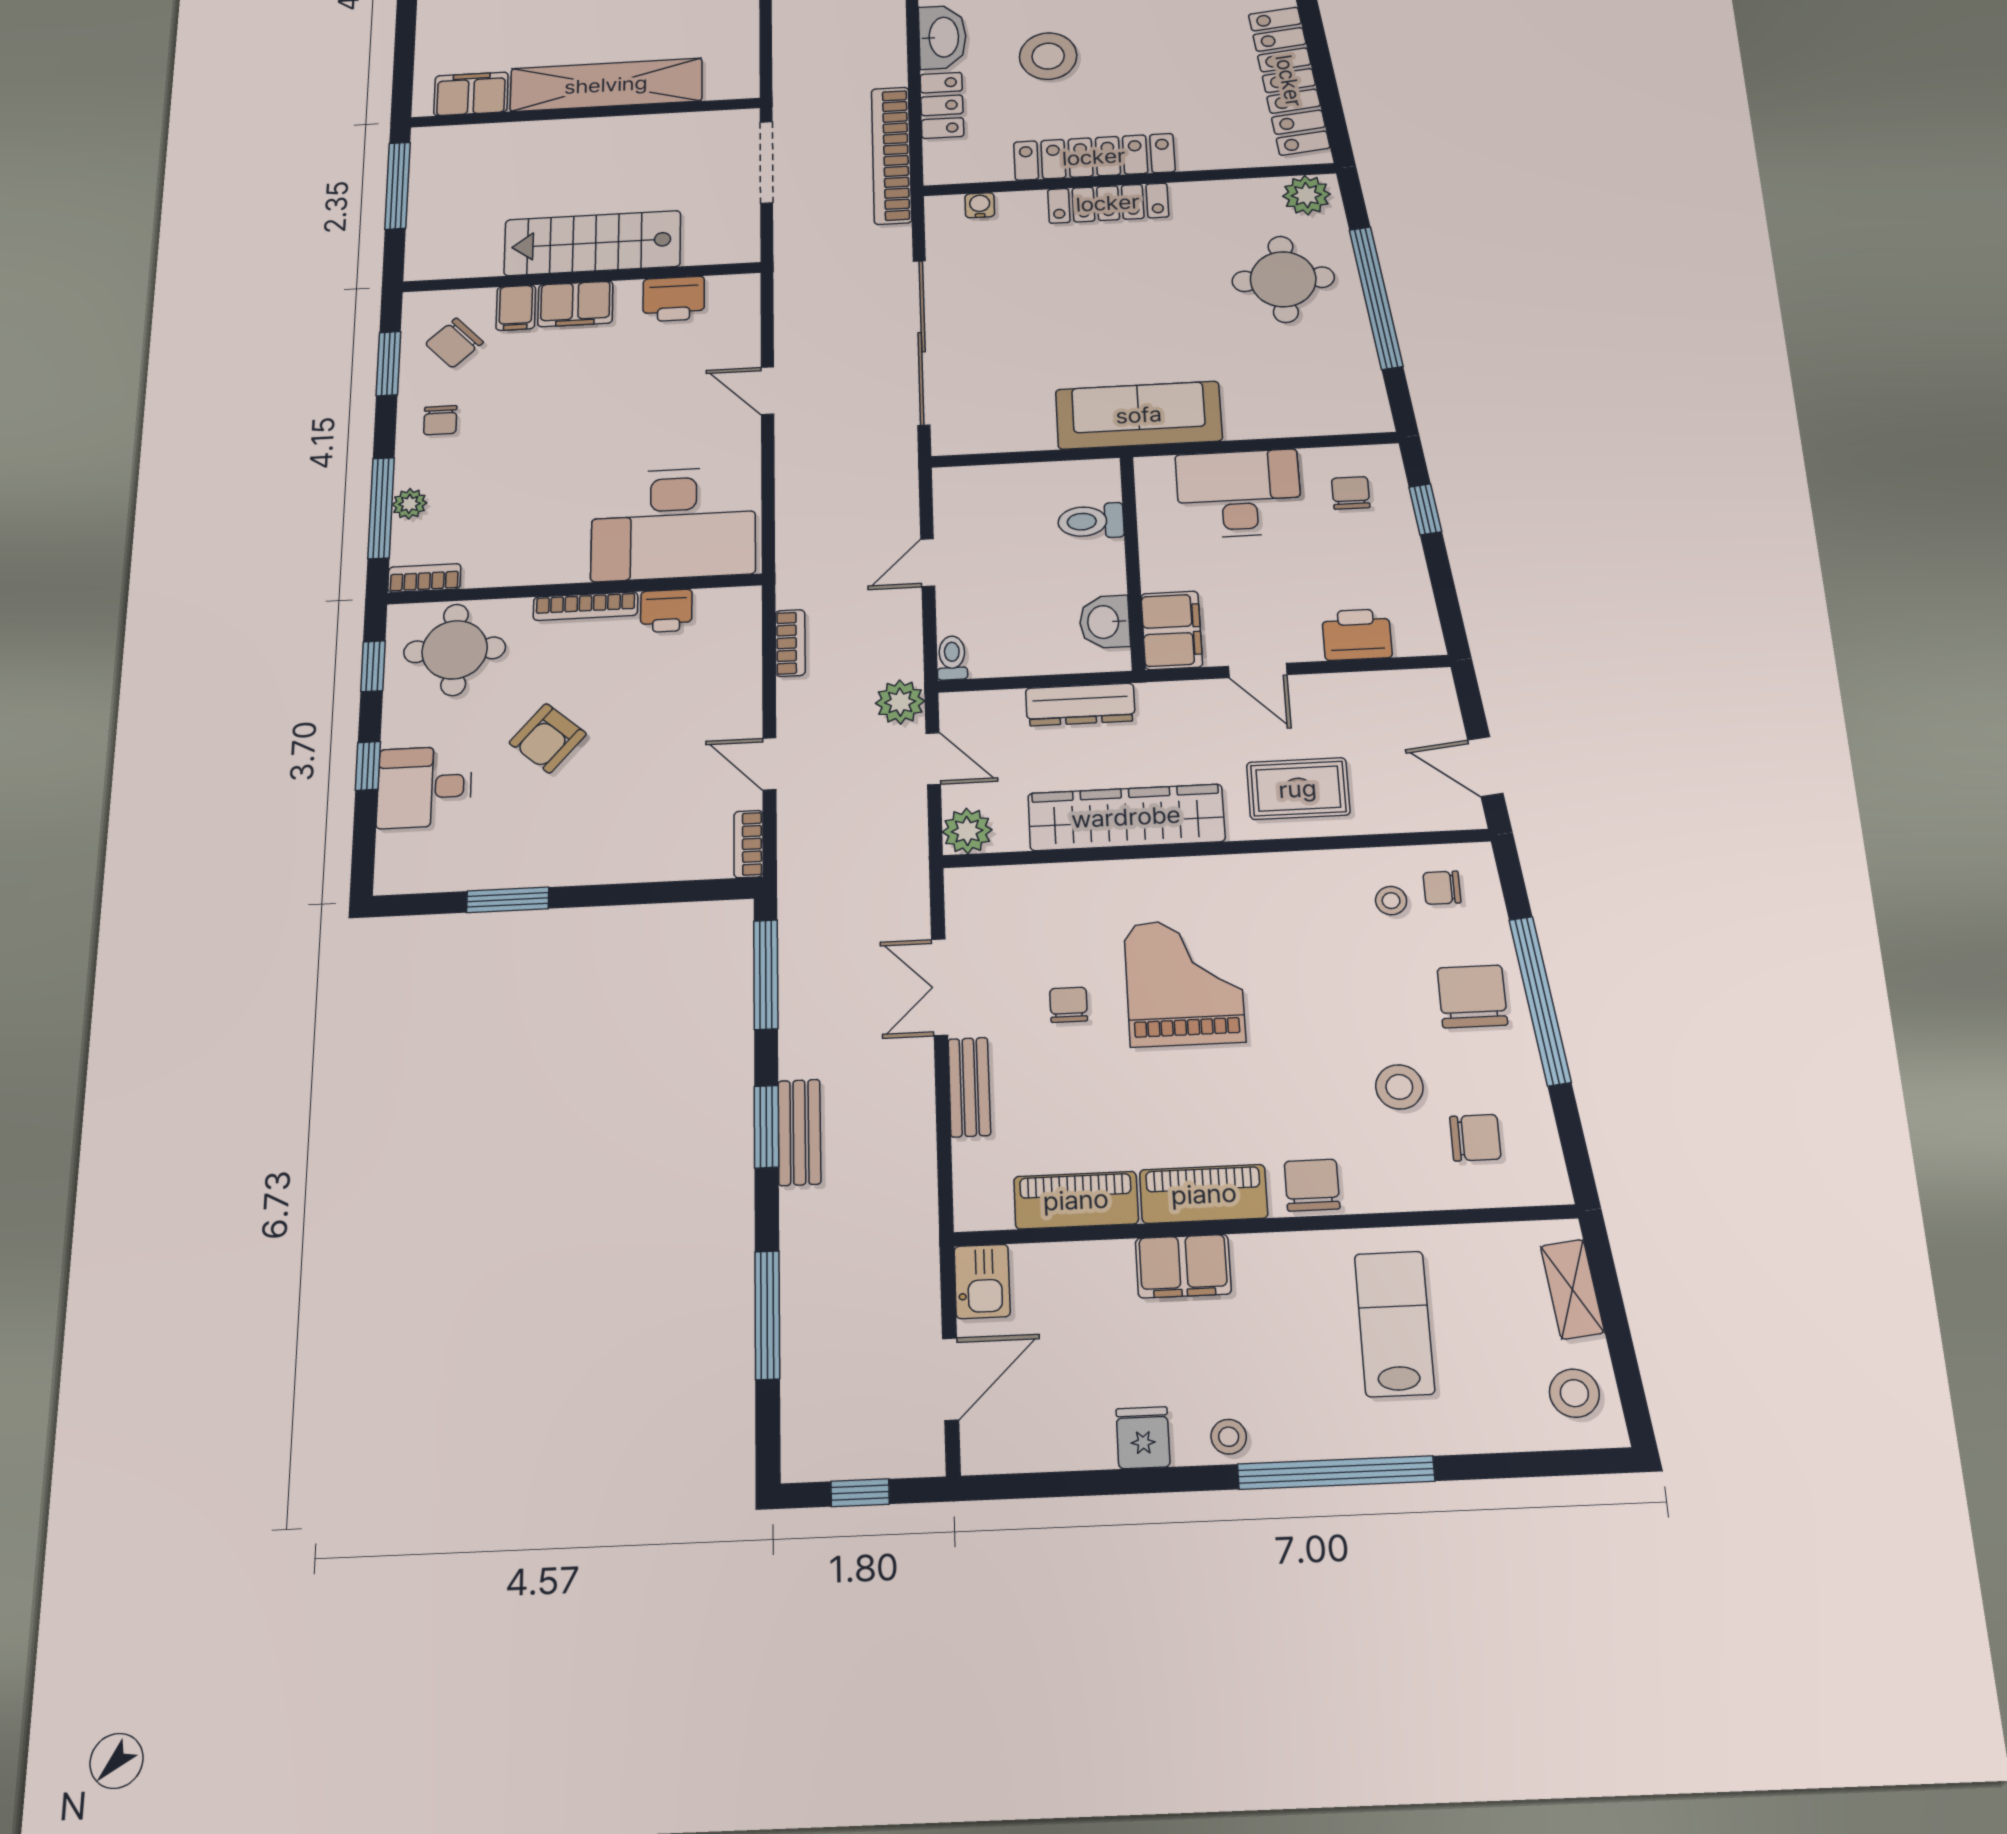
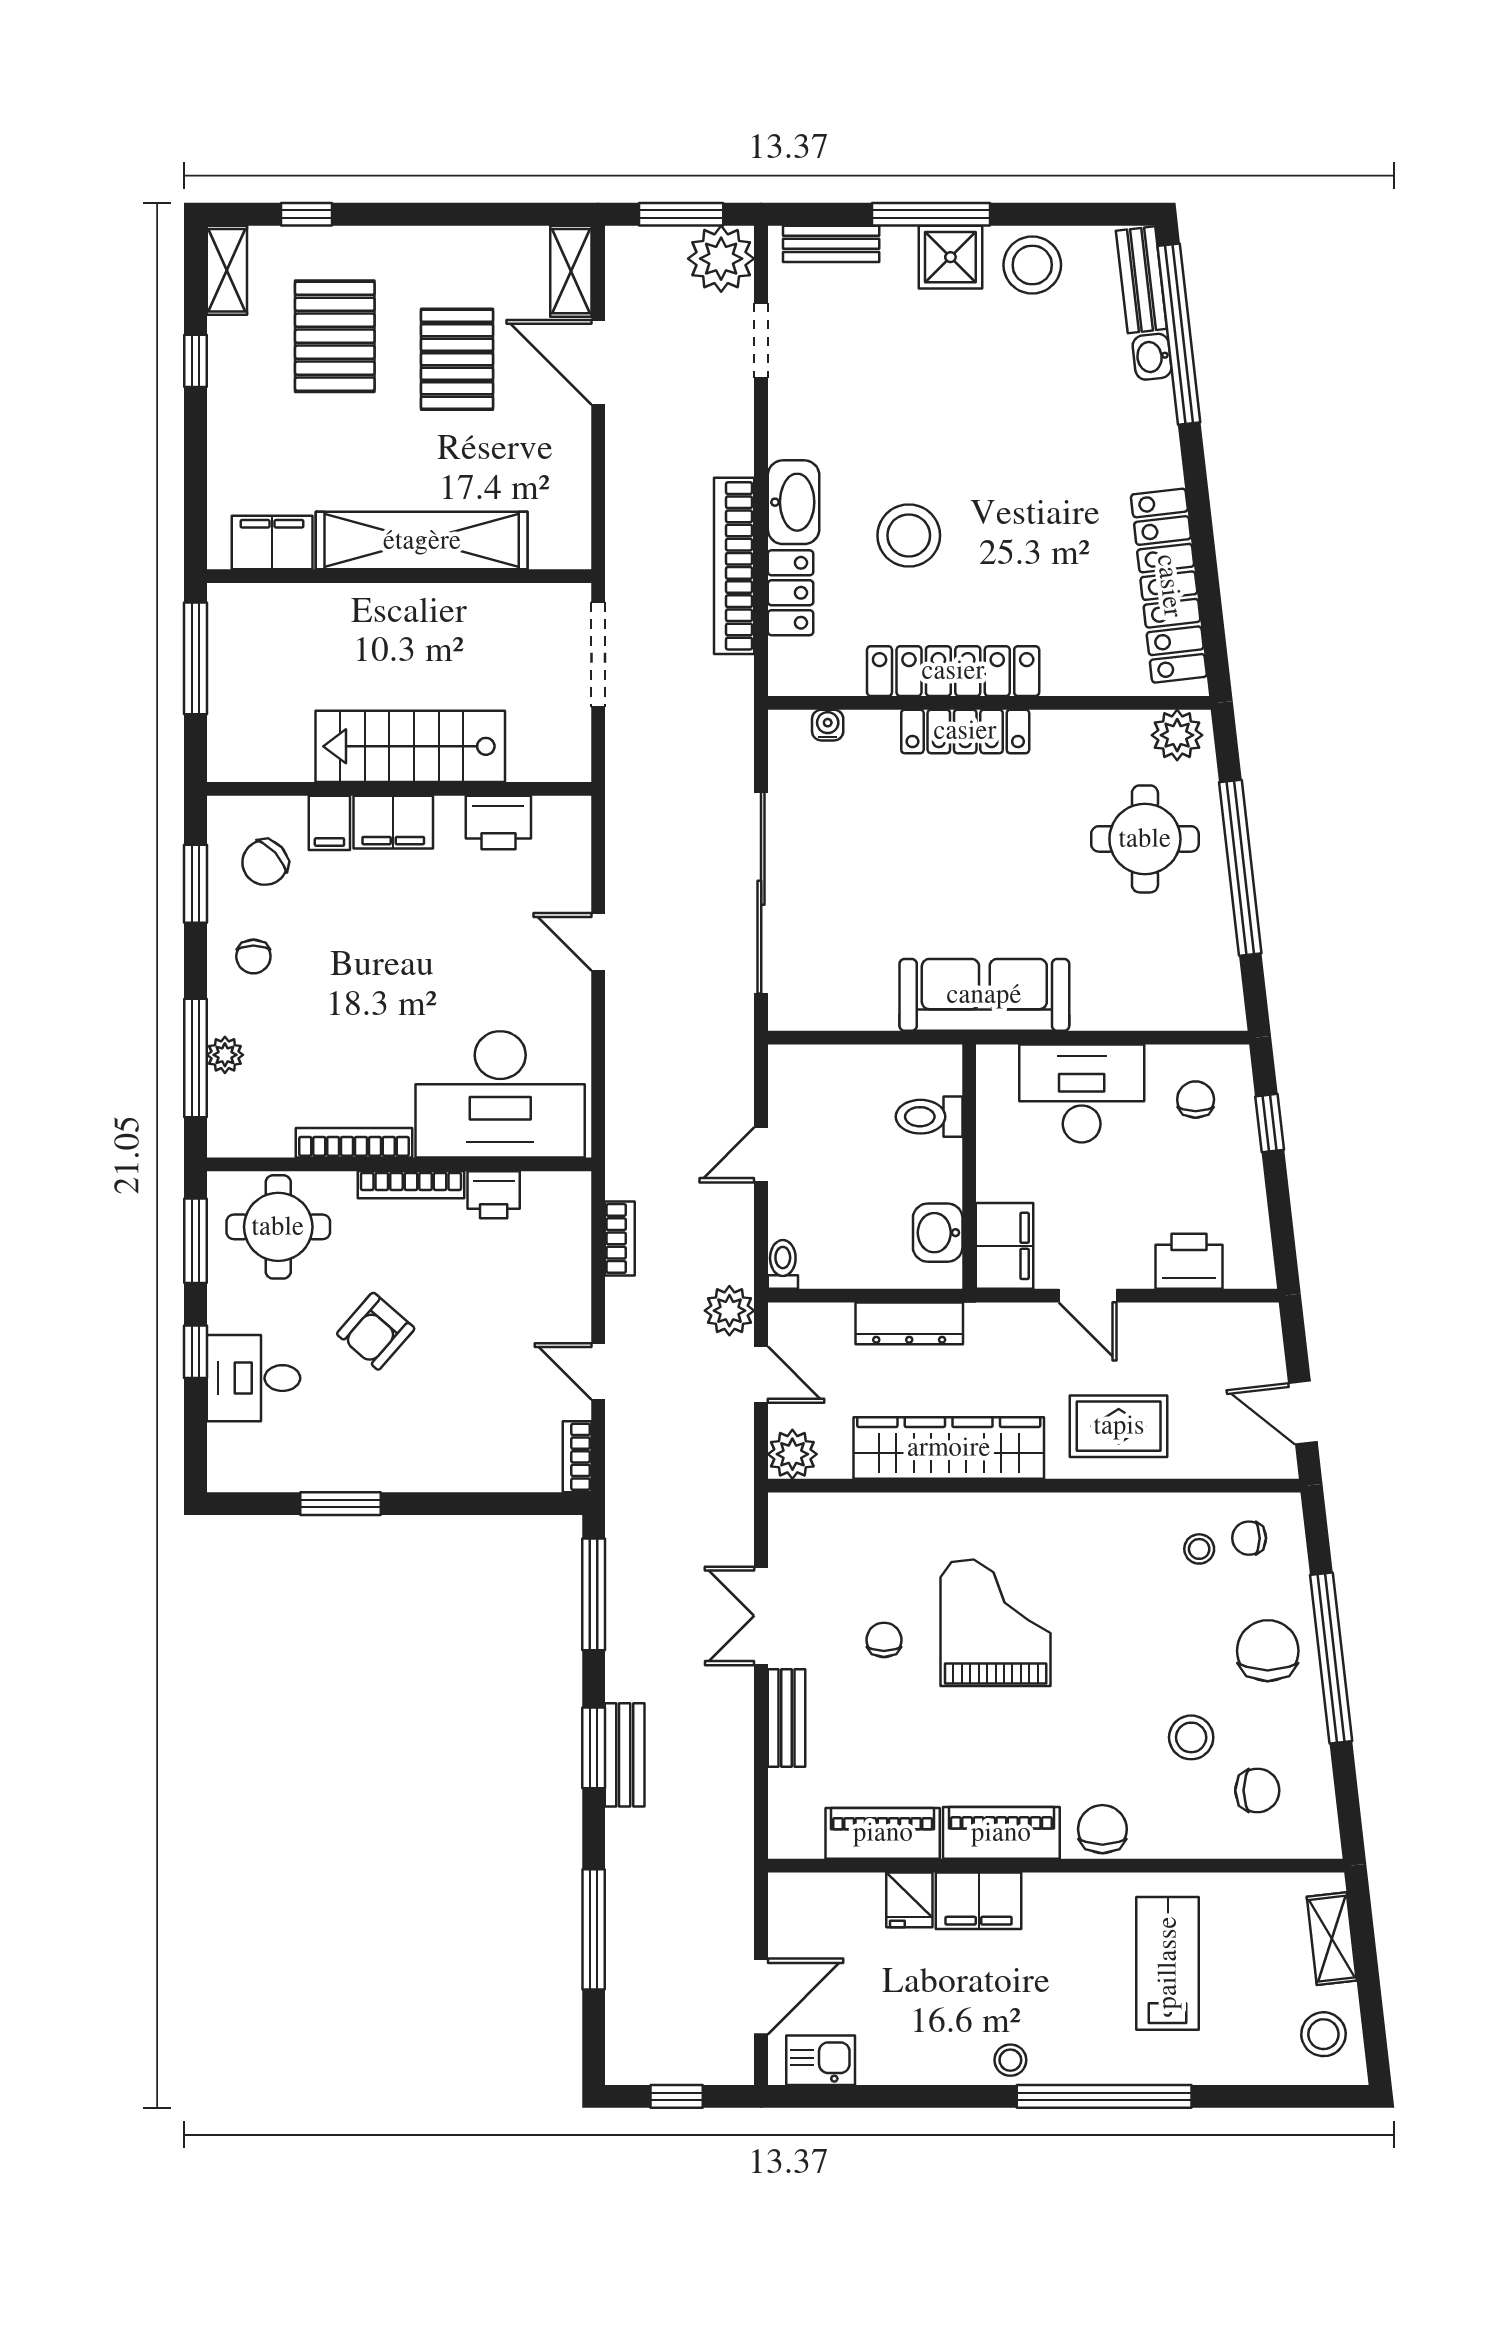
bookcase: (892, 155) -> (734, 566), moved
bookcase: (424, 578) -> (354, 1143), moved, width x1.56
window: (373, 666) -> (195, 1241), width x1.50
kitchen sink: (982, 1281) -> (821, 2060), moved, turned -90
fridge: (1143, 1438) -> (909, 1900), moved, turned 180

